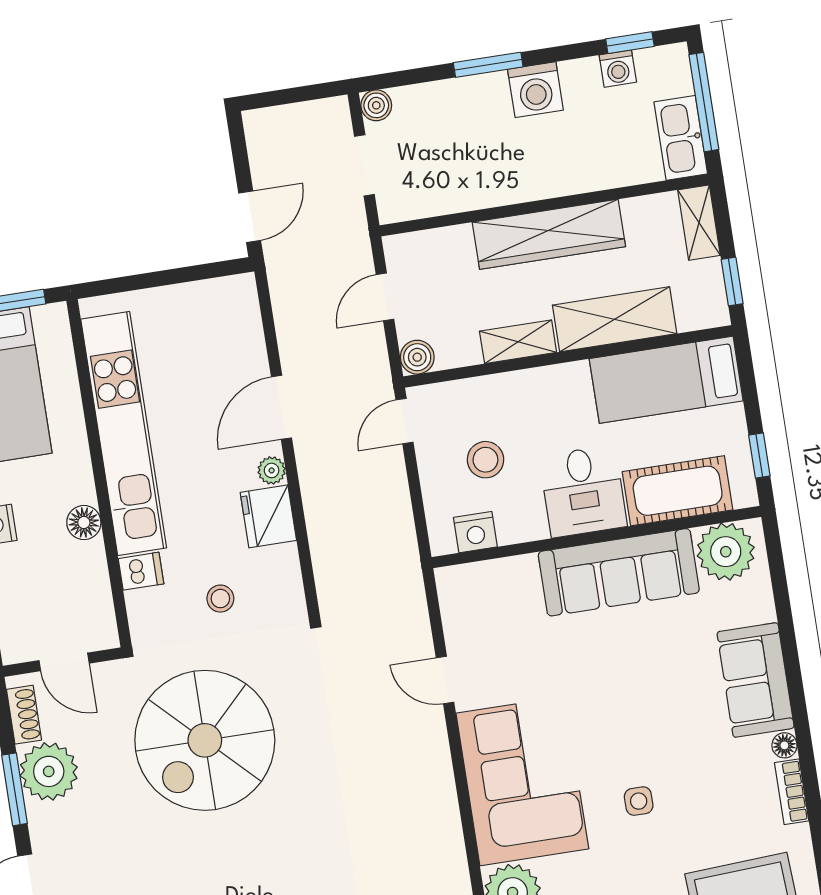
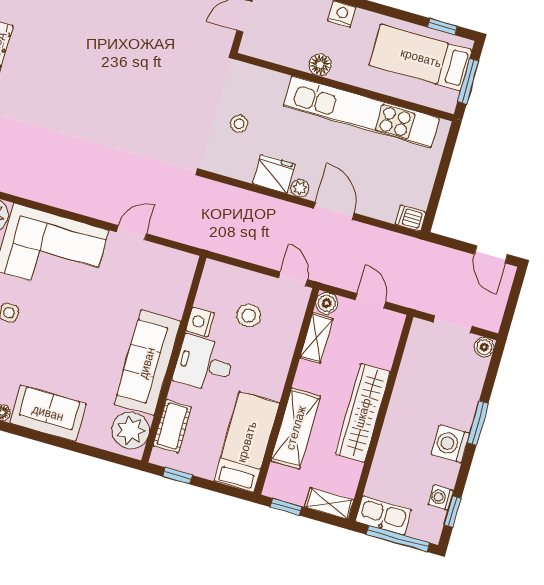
door: (250, 217) -> (491, 254), moved
shelving: (518, 342) -> (316, 338), moved
cot: (678, 491) -> (172, 426), width x0.73, depth x0.75
nightstand: (475, 532) -> (200, 322), moved
dishwasher: (141, 571) -> (410, 218), moved, turned 90
spiral stairs: (205, 740) -> (161, 77), removed

